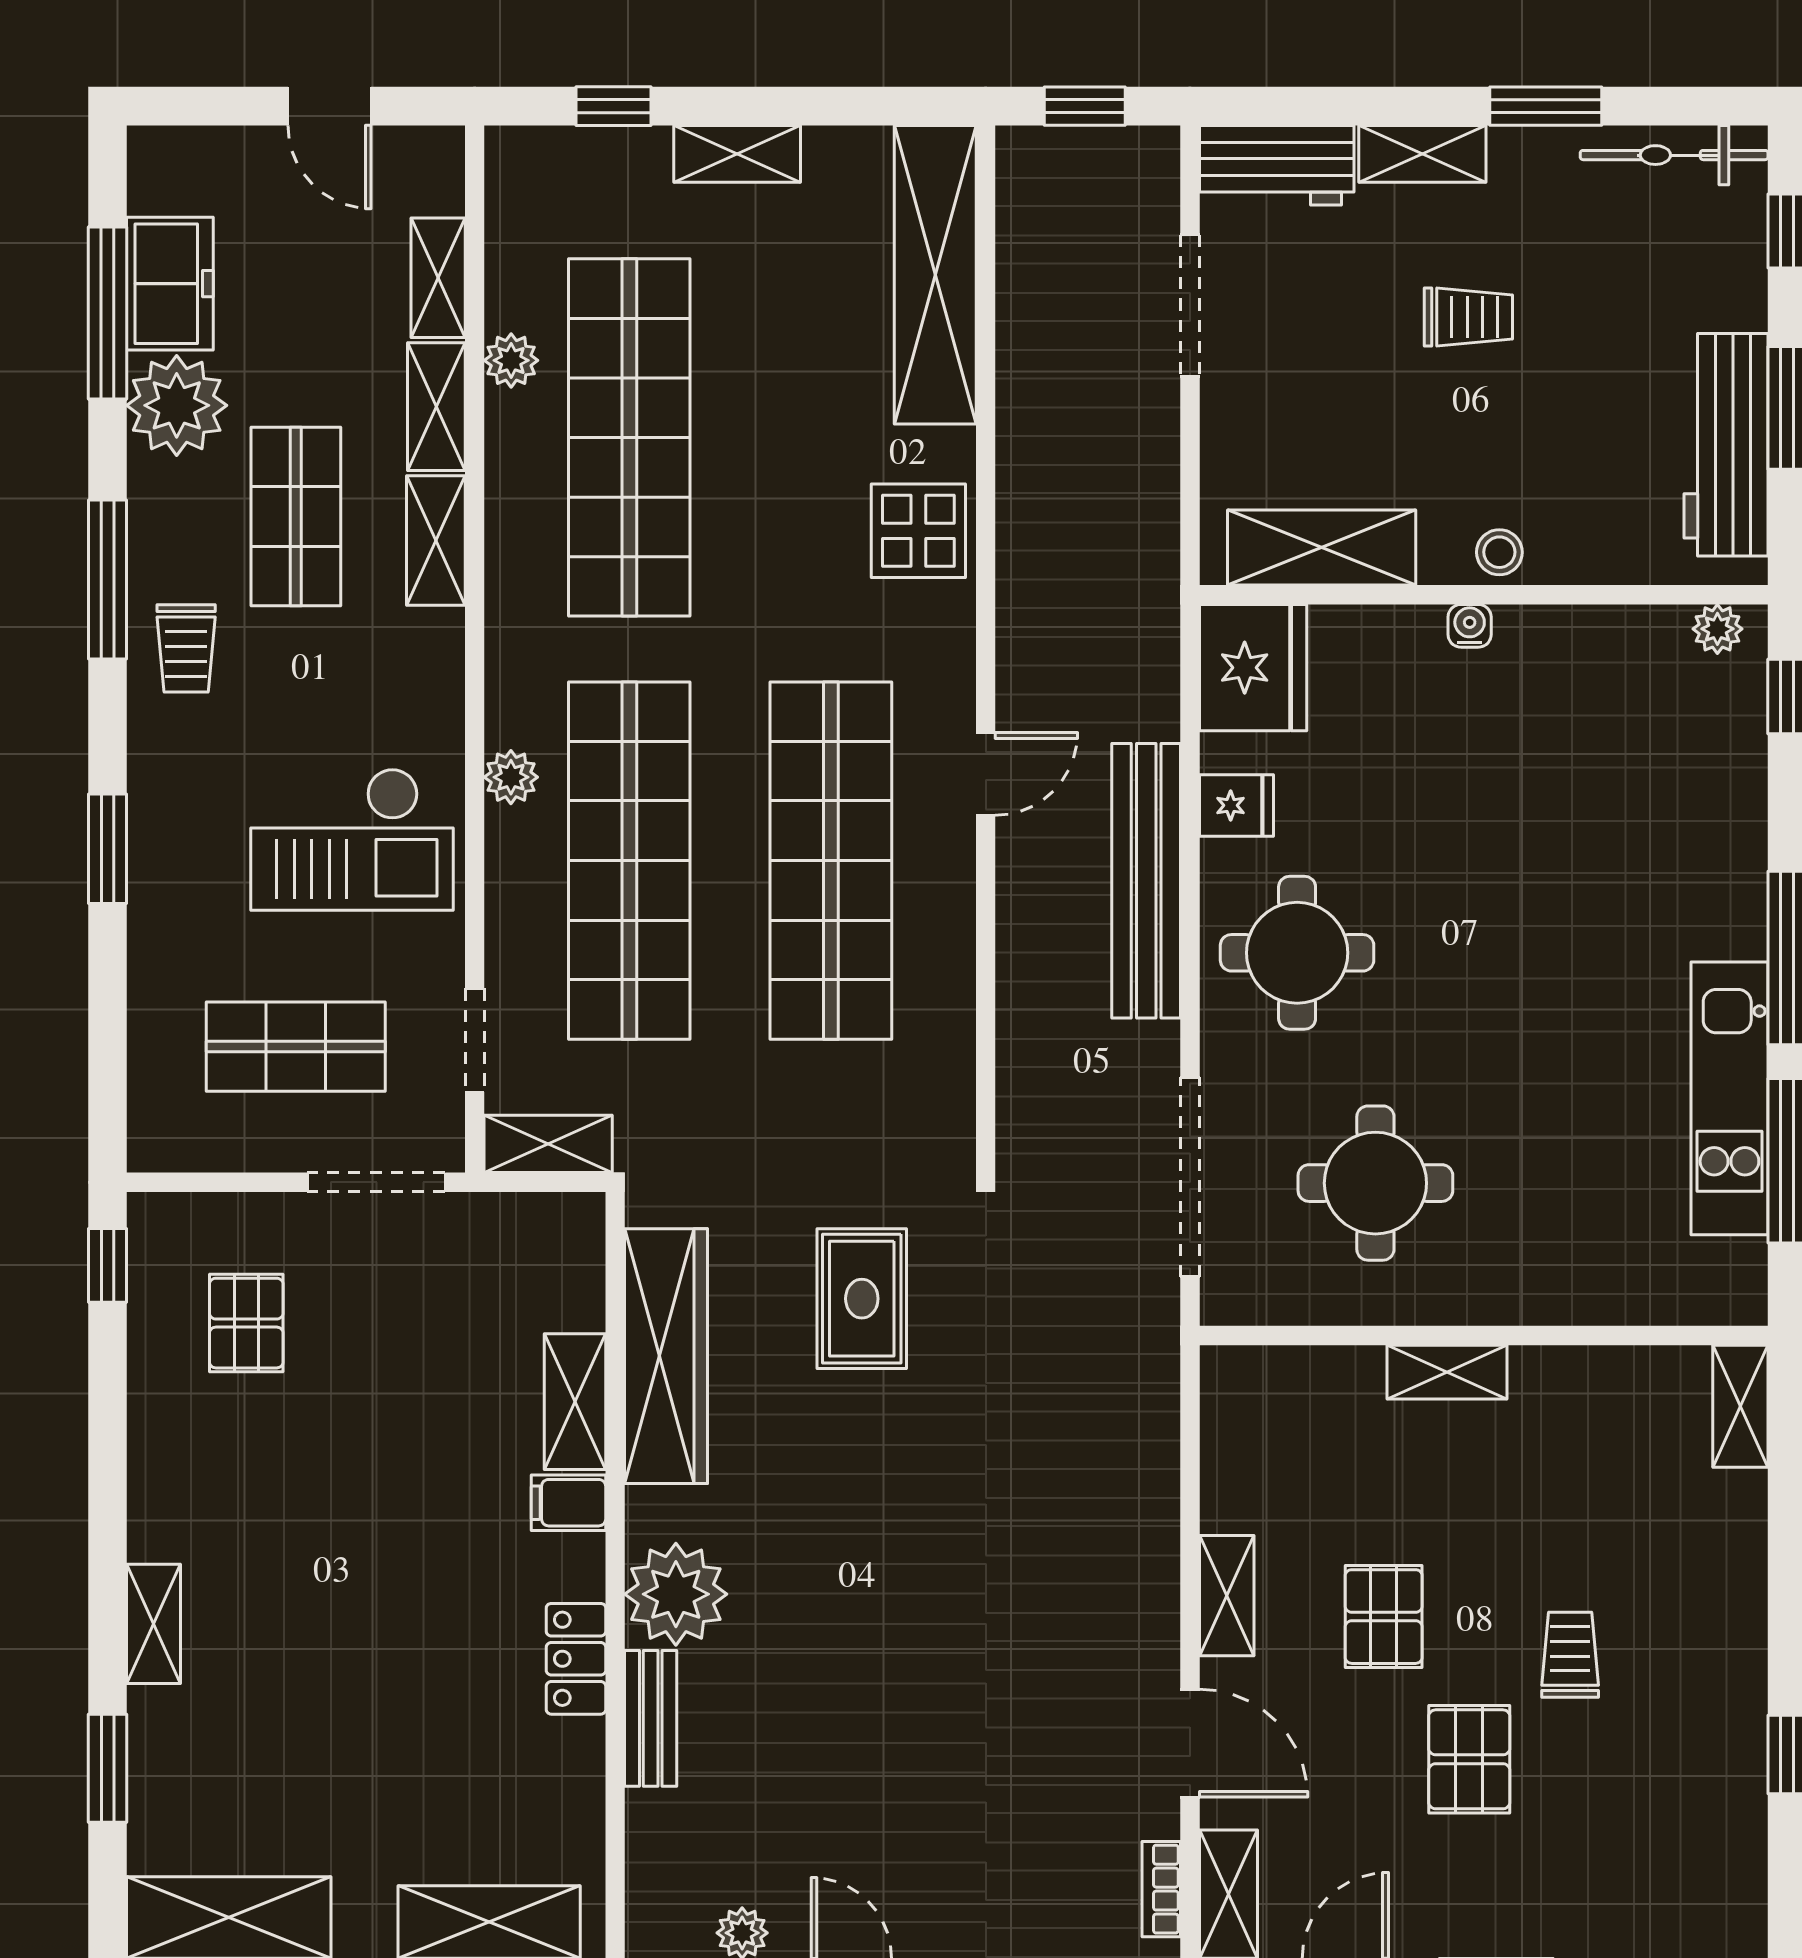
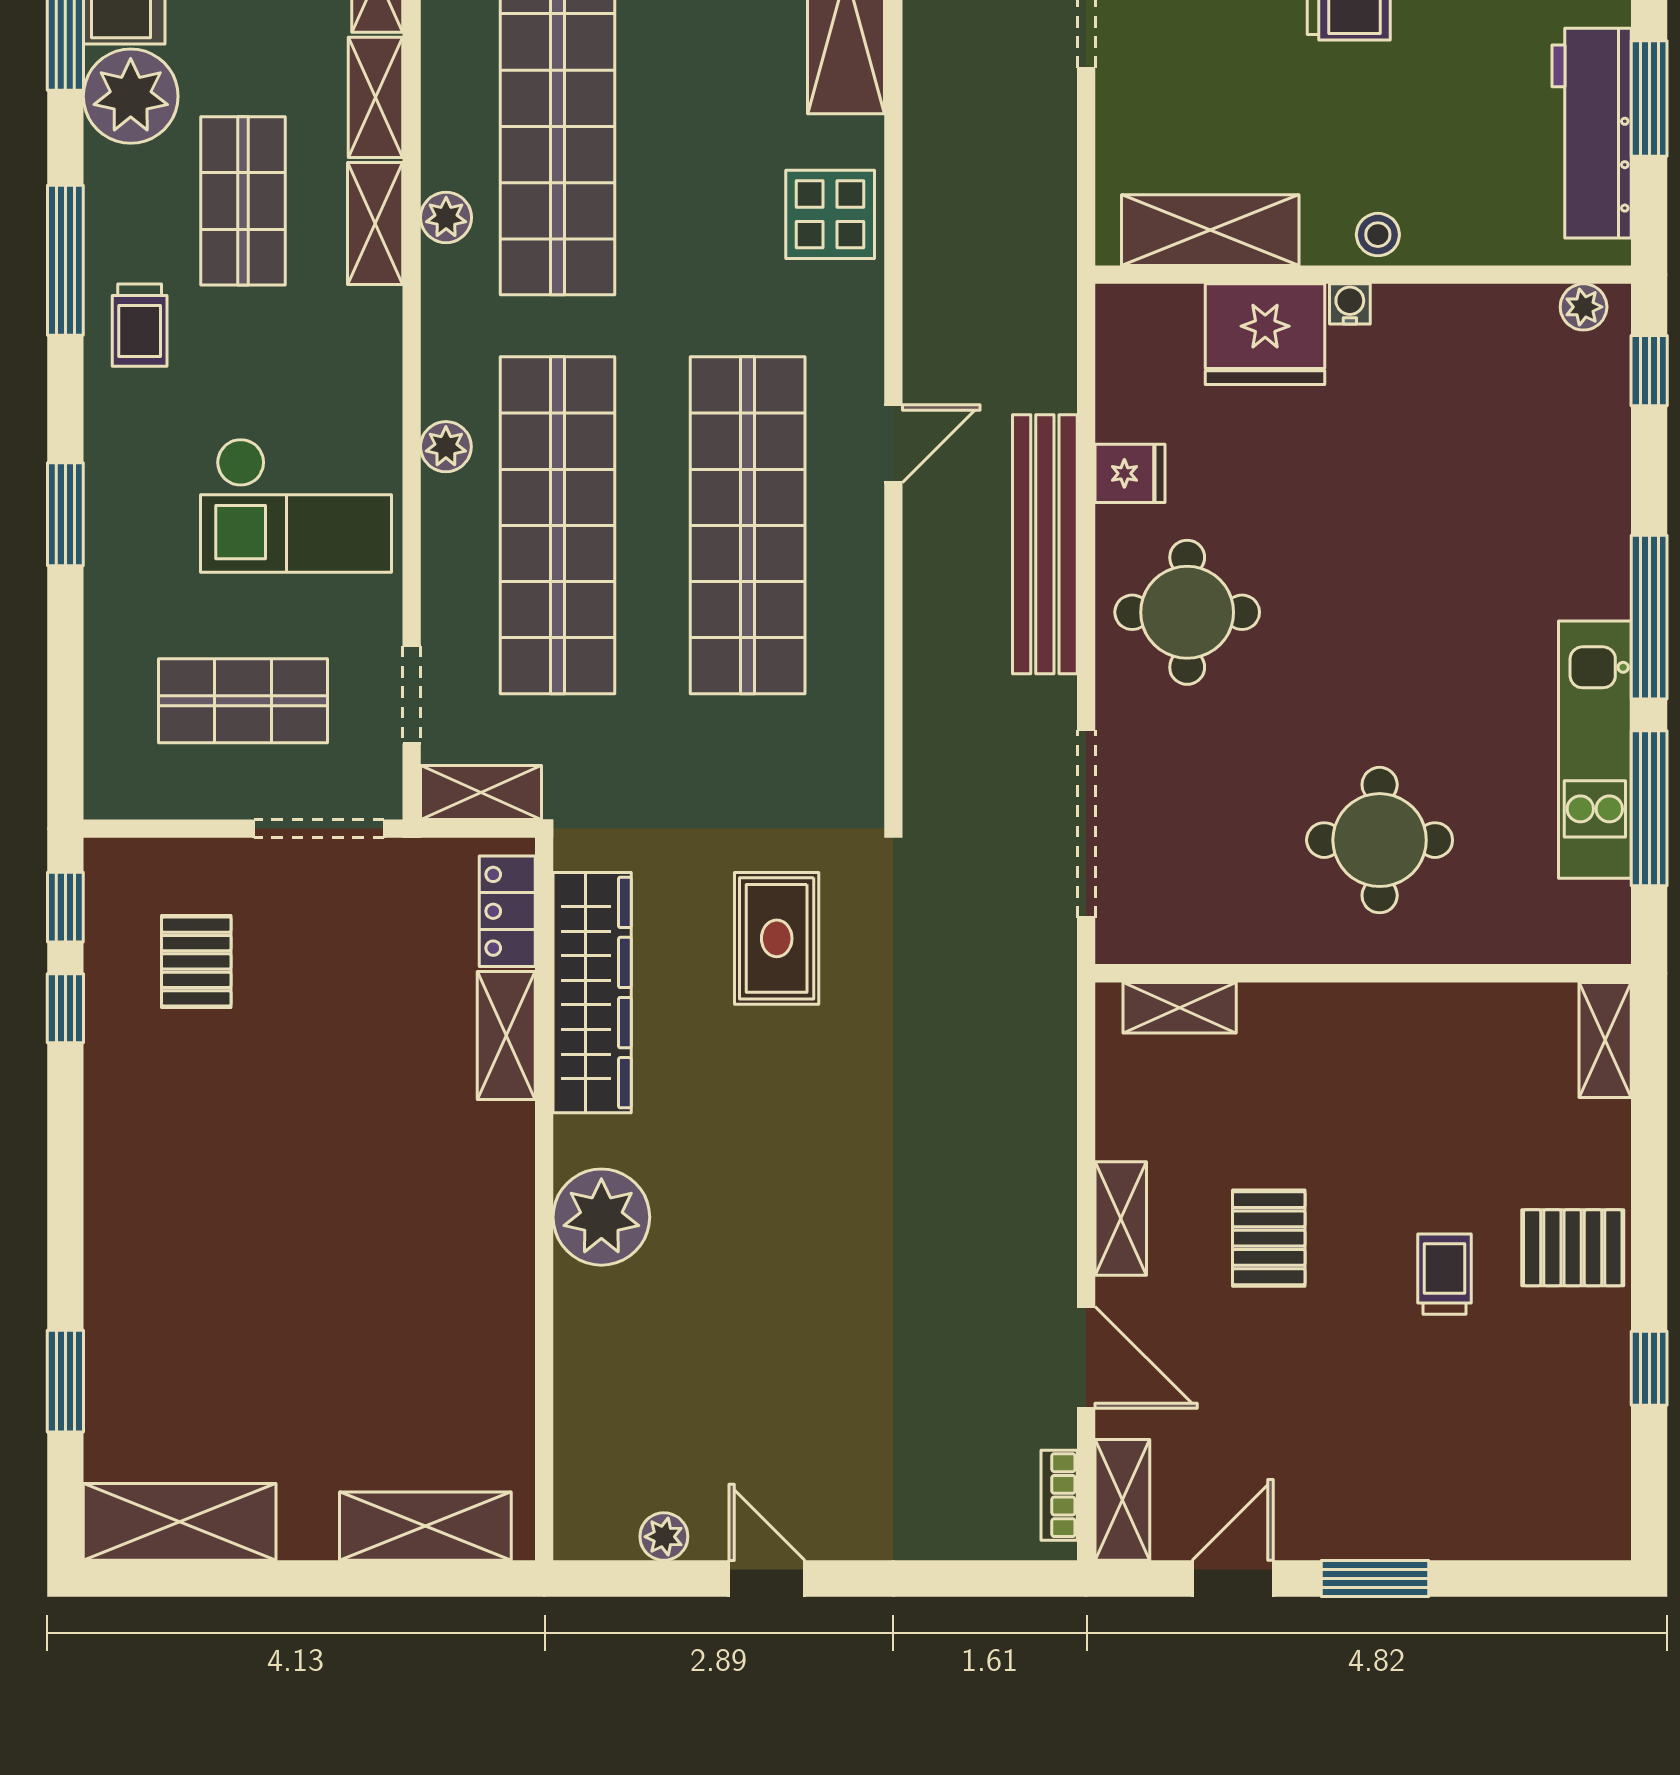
plant: (511, 360) -> (446, 217), moved
fridge: (1253, 668) -> (1265, 334), moved, turned 90
round table: (1375, 1183) -> (1380, 840), moved
shelving: (1447, 1372) -> (1180, 1008), moved
window: (107, 1373) -> (65, 1008), added
filing cabinet: (568, 1503) -> (500, 1131), removed
shelving: (153, 1624) -> (109, 1245), removed
locker: (576, 1659) -> (507, 911), moved
bench: (651, 1718) -> (578, 1334), removed
pallet: (1469, 1759) -> (1573, 1248), moved, turned 90

